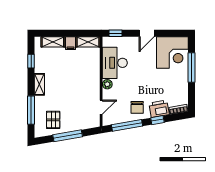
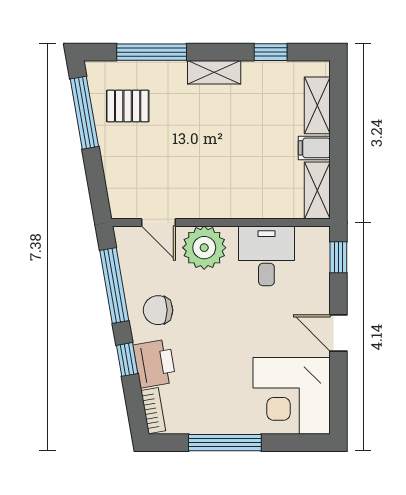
desk: (115, 63) -> (266, 256), width x0.73
window: (192, 67) -> (225, 443), moved
plant: (107, 84) -> (204, 248), width x1.88, depth x1.88
window: (68, 136) -> (84, 113), moved

